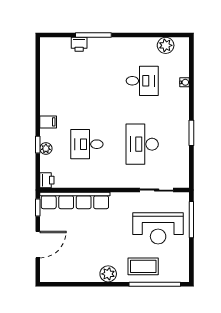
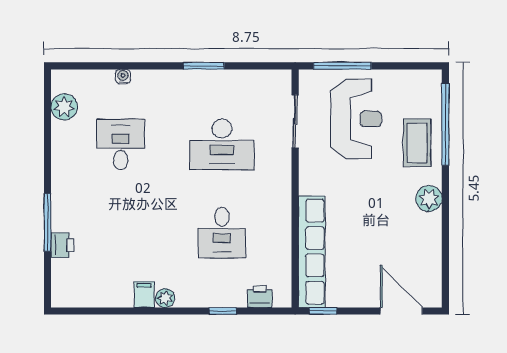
filing cabinet: (48, 122) -> (144, 294), moved
plant: (46, 149) -> (165, 298), moved
printer: (47, 180) -> (260, 296), moved
door: (38, 245) -> (401, 311), moved

